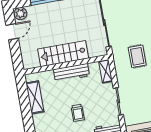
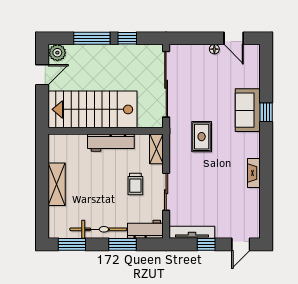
stairs: (63, 54) -> (93, 109), width x1.36, depth x1.51
shelving: (35, 97) -> (57, 184), moved
trolley: (78, 113) -> (135, 184), moved

